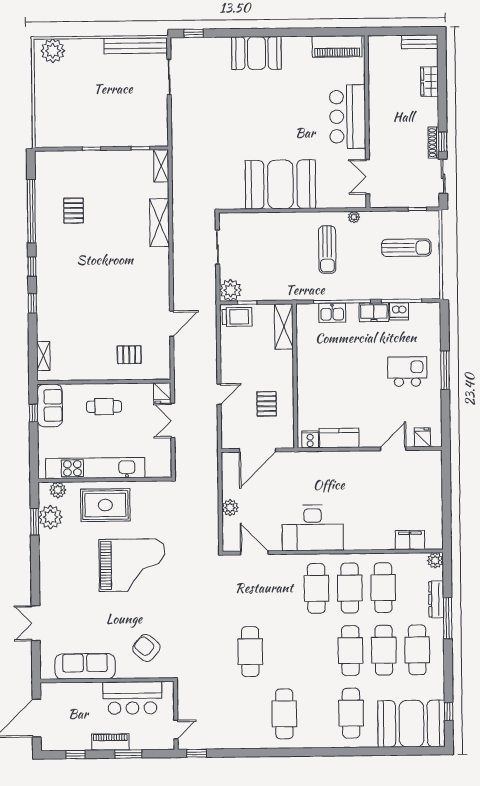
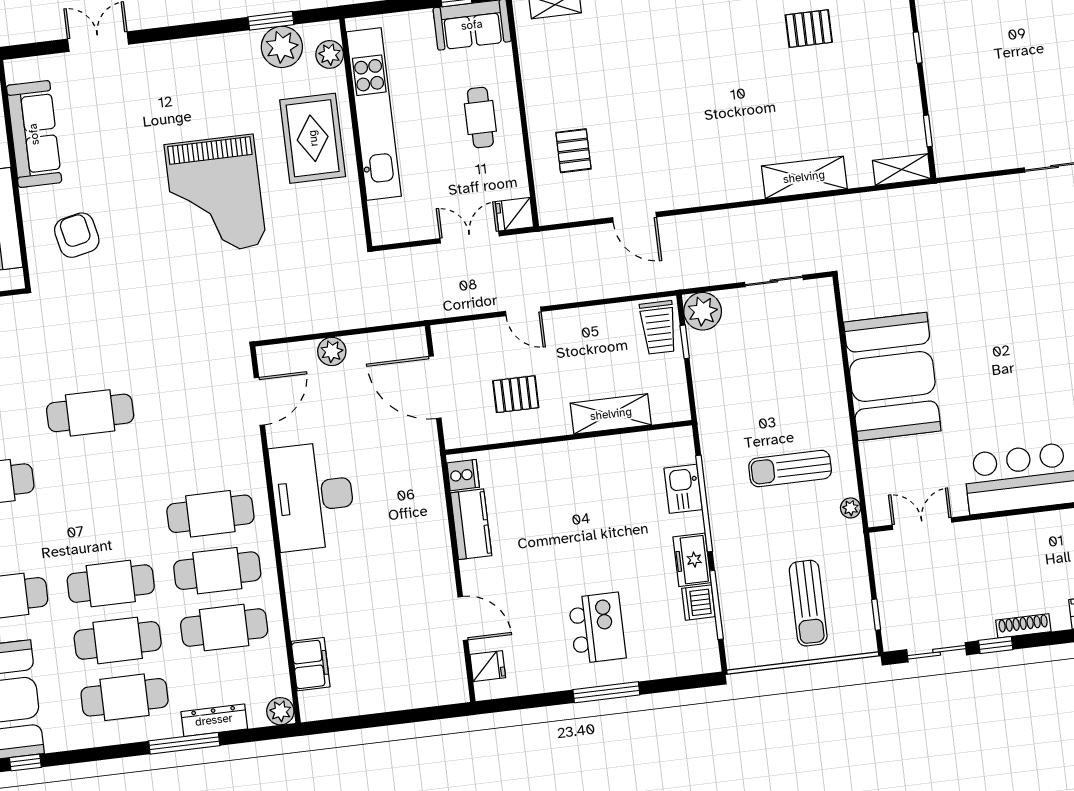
shoe rack: (433, 143) -> (1023, 626), moved
shelving: (284, 326) -> (611, 414), moved
armchair: (146, 648) -> (77, 235), turned -53

